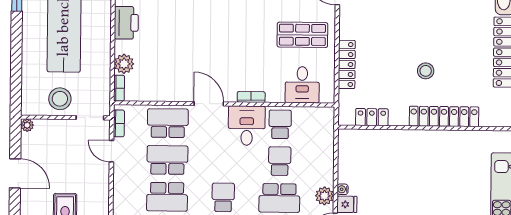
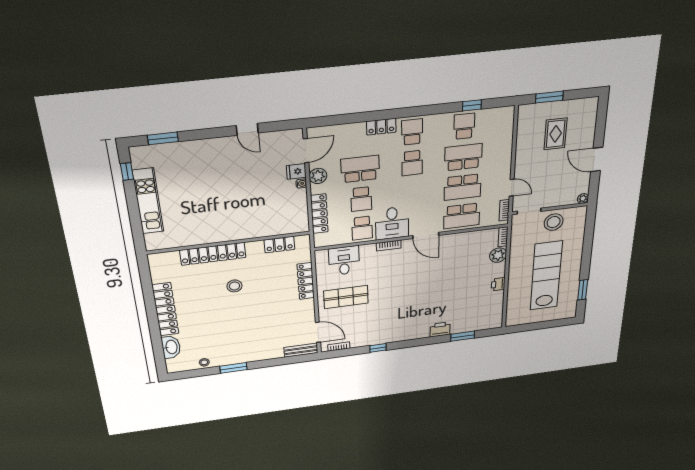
printer: (126, 23) -> (498, 284), width x0.53, depth x0.68
locker: (326, 150) -> (319, 214), added

